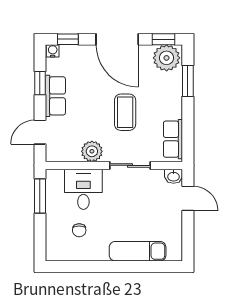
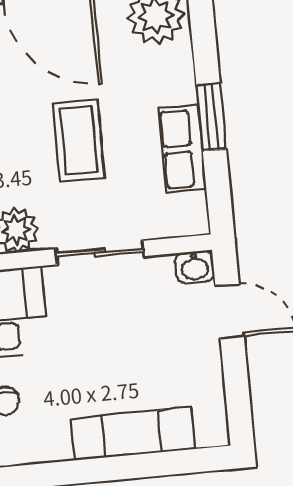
window: (188, 81) -> (211, 117), moved
row of seats: (173, 139) -> (182, 149), moved

